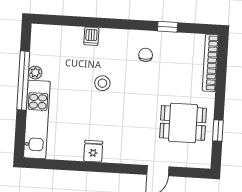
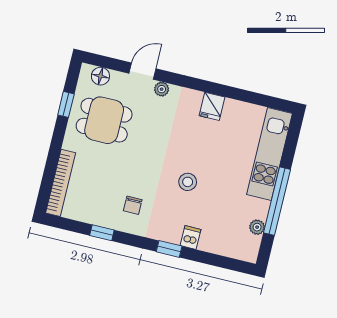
window: (108, 23) -> (169, 249), added
plant: (35, 73) -> (257, 227), moved
plant: (139, 158) -> (162, 89), added
floor lamp: (193, 160) -> (100, 76), added

